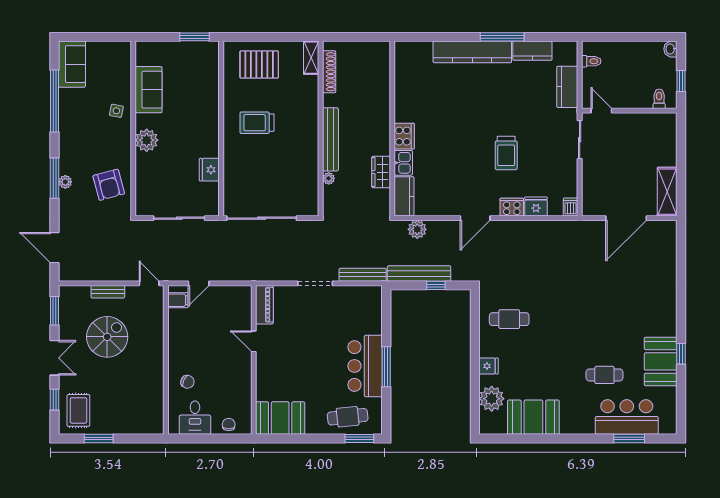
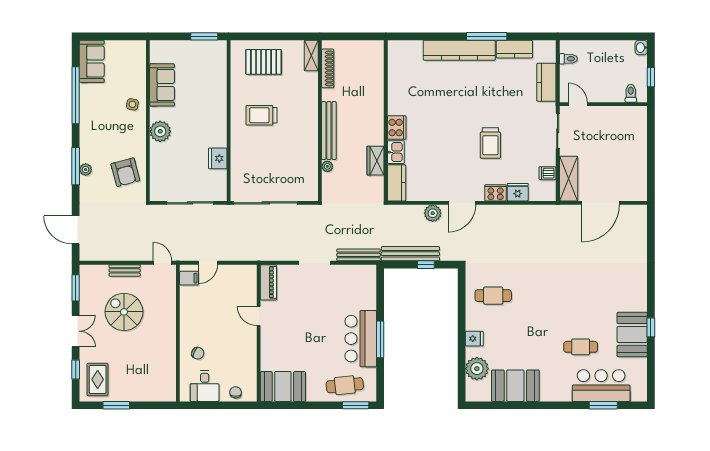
shelving: (667, 192) -> (569, 179), moved
dishwasher: (570, 207) -> (548, 173), moved, turned -90
plant: (417, 229) -> (433, 213), moved
spiral stairs: (107, 337) -> (124, 312), turned -90

